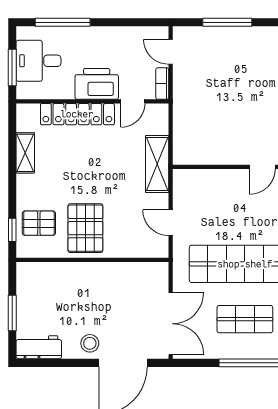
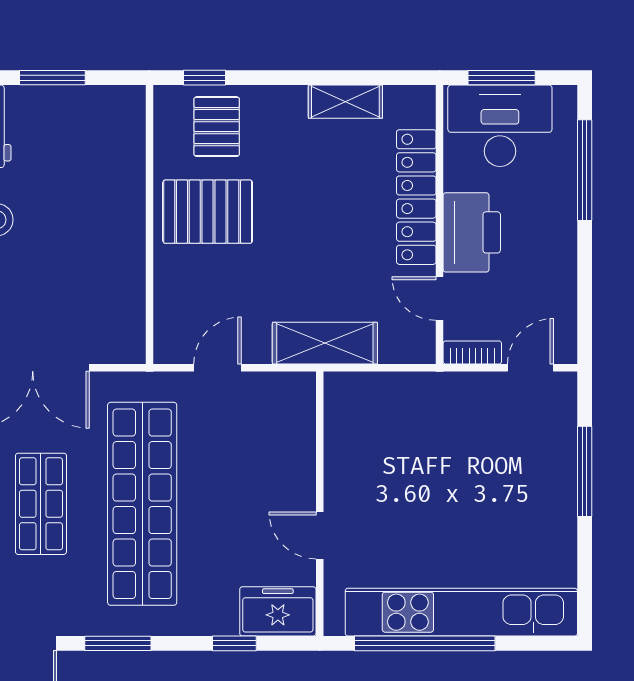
desk: (38, 61) -> (500, 126), width x1.37

